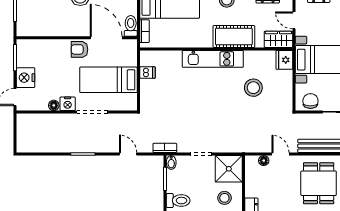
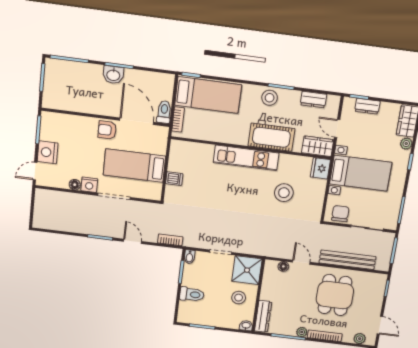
dishwasher: (147, 73) -> (174, 179), moved
bookcase: (165, 148) -> (170, 240), moved
door: (128, 154) -> (132, 241), moved

